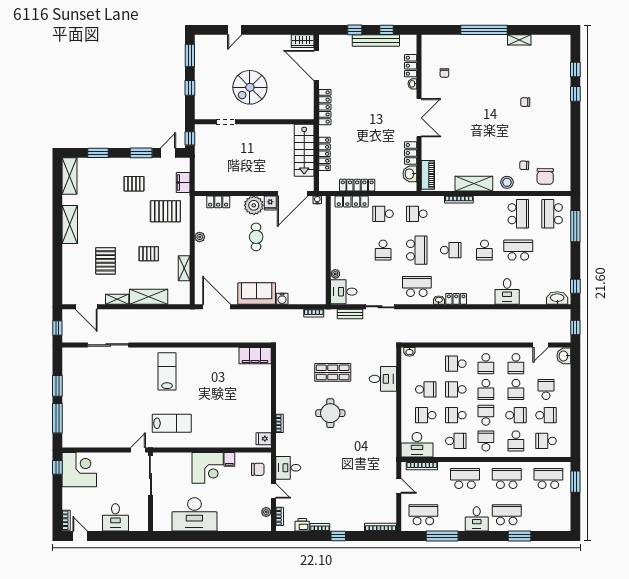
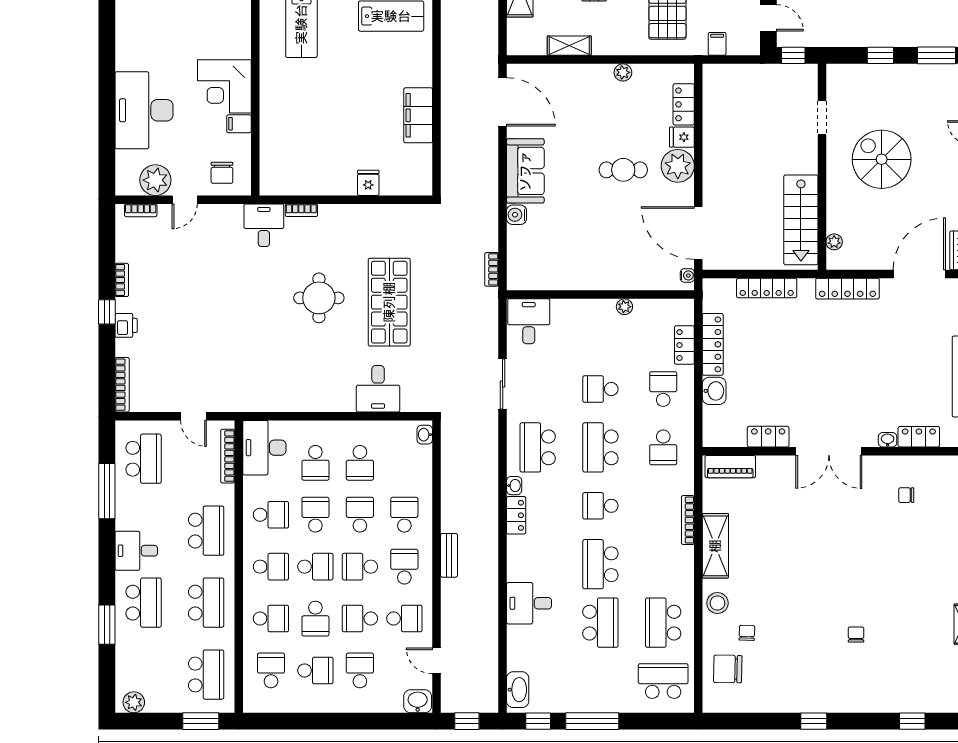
window: (575, 94) -> (814, 721), moved
plant: (298, 115) -> (834, 242), added
stairs: (304, 150) -> (801, 220), moved, turned -90
washbasin: (410, 174) -> (714, 391), moved, turned 90
filing cabinet: (183, 183) -> (717, 44), width x0.50
locker: (352, 201) -> (684, 345), width x0.66
fridge: (270, 203) -> (682, 137), moved
school desk: (417, 214) -> (663, 447), turned 180
school desk: (518, 214) -> (663, 623), turned 90
window: (575, 226) -> (592, 721), moved
school desk: (417, 250) -> (600, 447), turned 90
school desk: (451, 250) -> (600, 506), turned 90
school desk: (484, 250) -> (600, 564), width x1.85
plant: (335, 274) -> (624, 307), moved
school desk: (417, 286) -> (538, 447), turned 180
door: (217, 307) -> (503, 102), hinge flipped
bench: (350, 314) -> (449, 555), moved
filing cabinet: (255, 356) -> (418, 115), moved
school desk: (486, 364) -> (404, 567), turned 90
school desk: (516, 364) -> (404, 619), turned 180
shop shelf: (333, 372) -> (389, 302), width x1.43, depth x1.36
school desk: (546, 389) -> (360, 670), turned -90
school desk: (426, 415) -> (315, 463), turned 180
school desk: (546, 415) -> (315, 670), turned -90
fridge: (264, 439) -> (368, 183), moved
school desk: (456, 441) -> (271, 515), turned -90
school desk: (516, 441) -> (271, 619), turned 180
desk: (288, 468) -> (264, 225), moved
door: (399, 486) -> (193, 416), hinge flipped
plant: (266, 512) -> (155, 180), width x1.87, depth x1.87
desk: (194, 514) -> (144, 110), moved
plant: (564, 520) -> (134, 702), added
printer: (302, 525) -> (126, 325), moved

